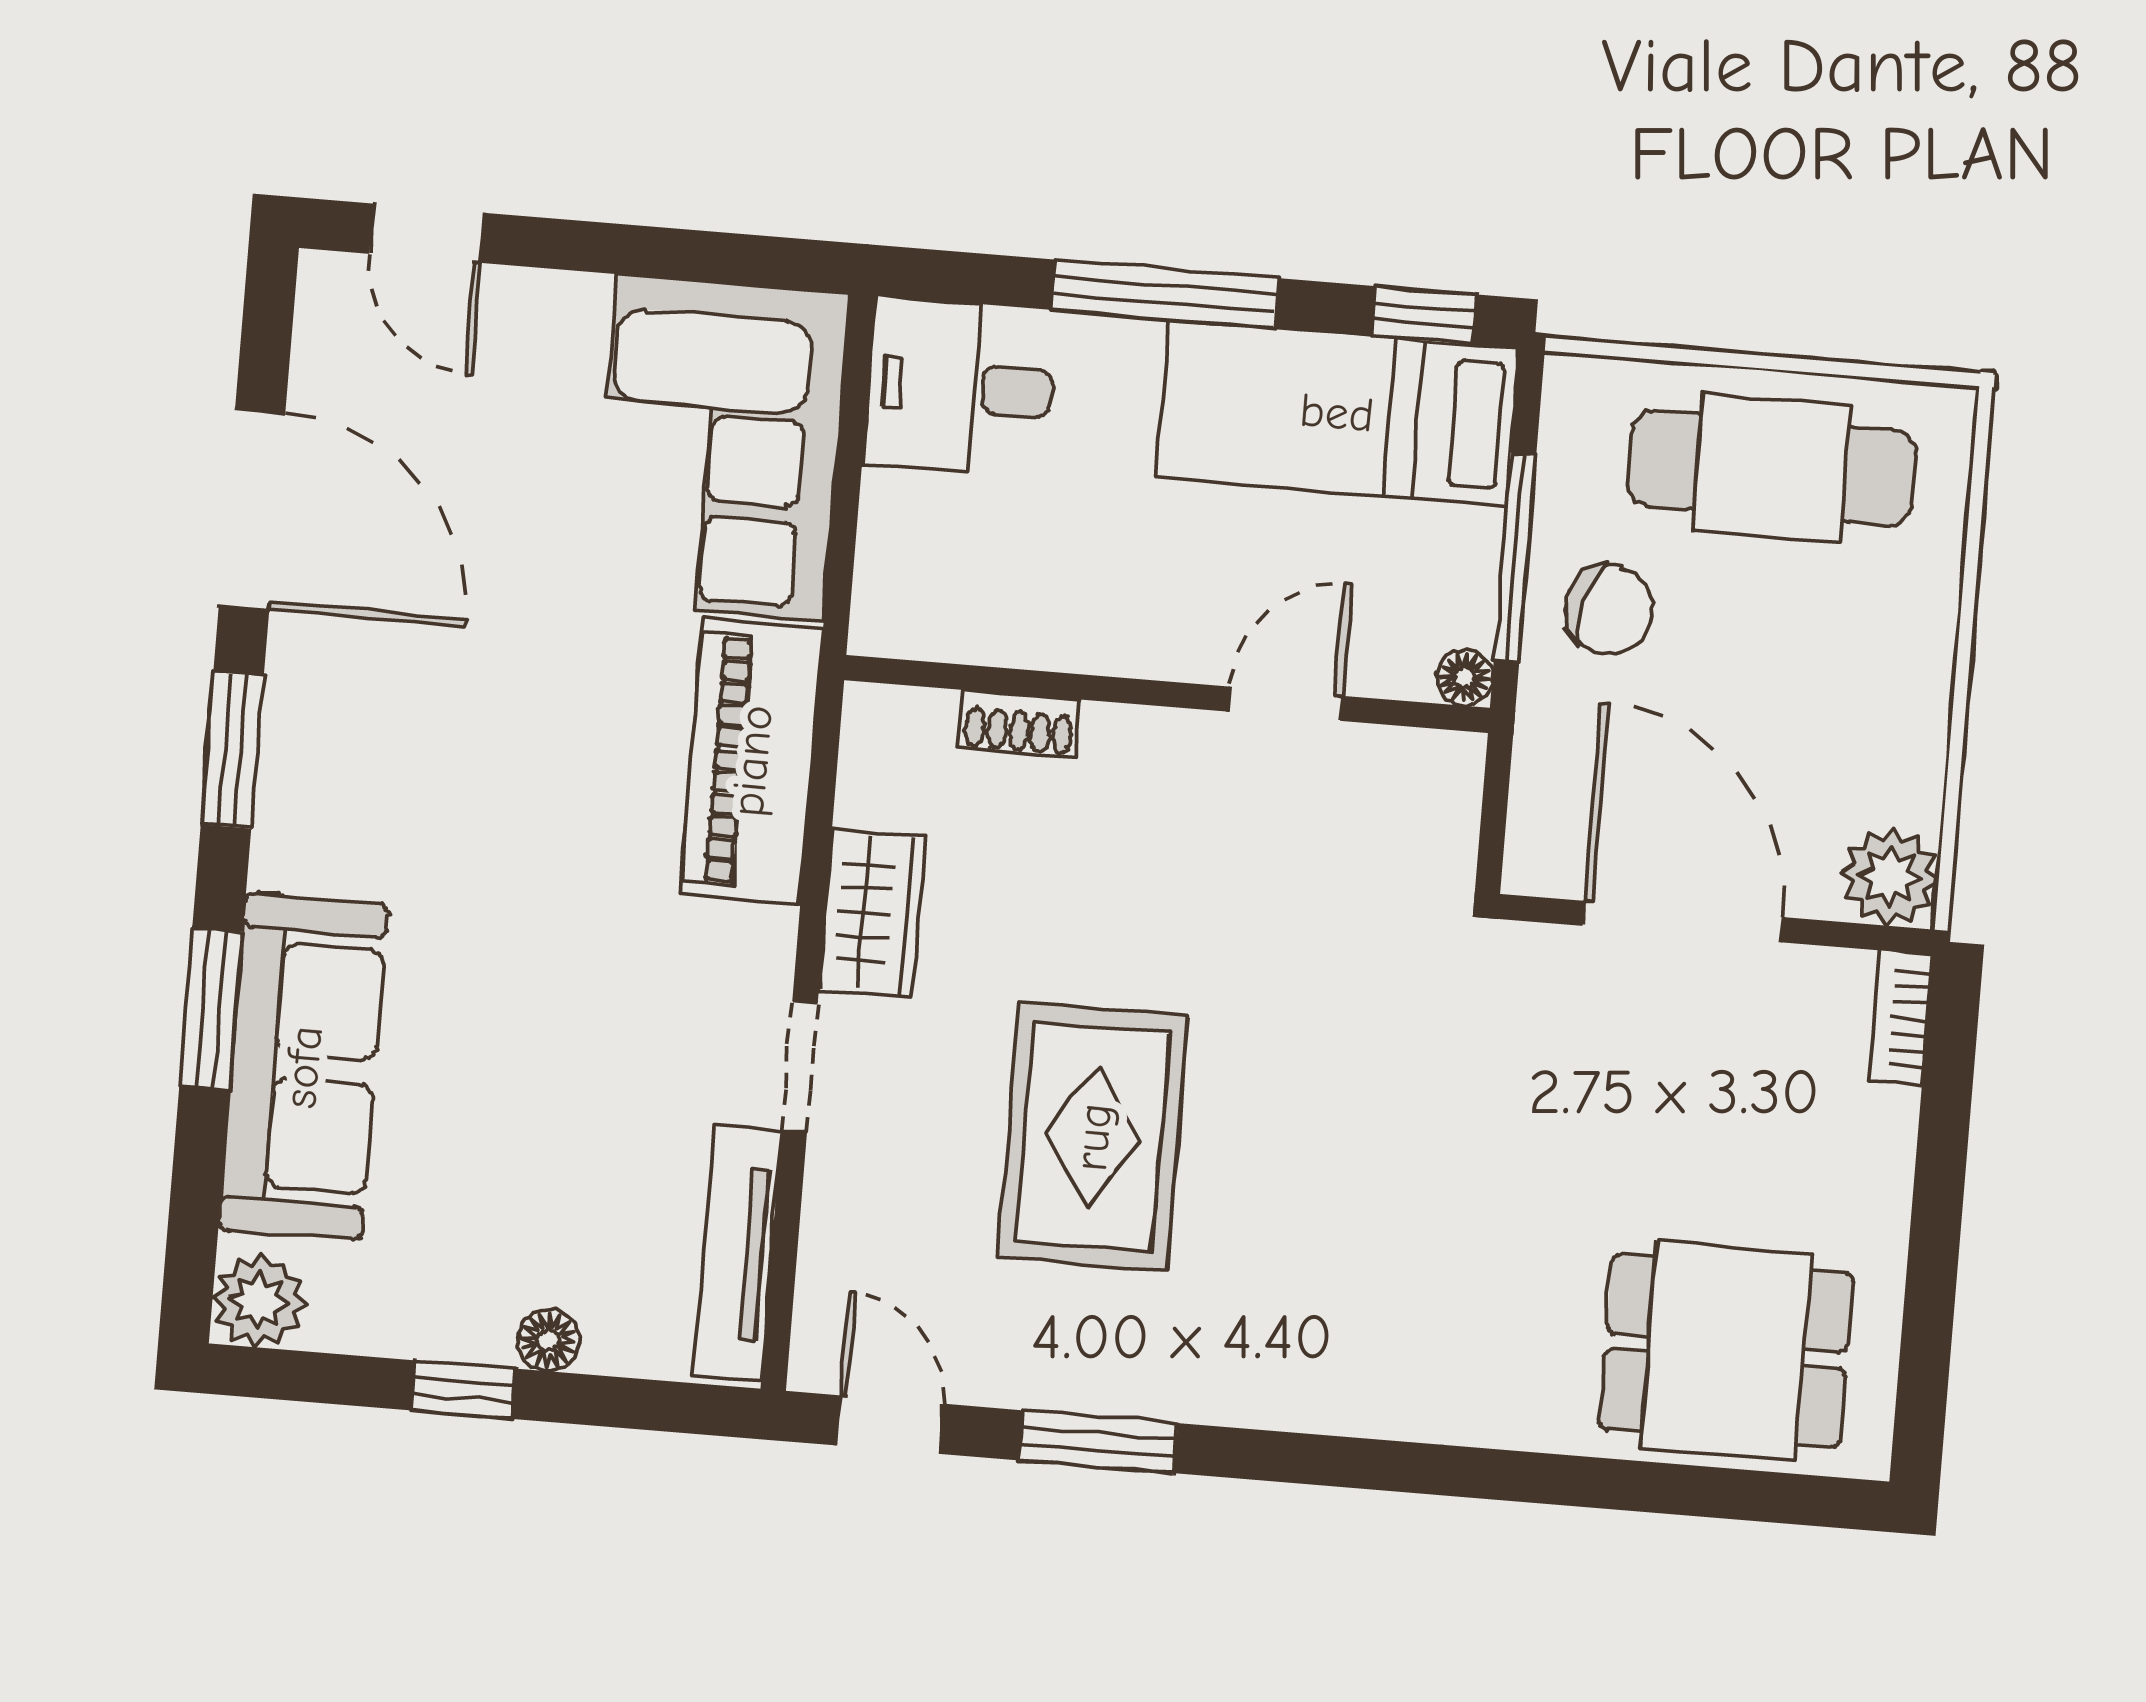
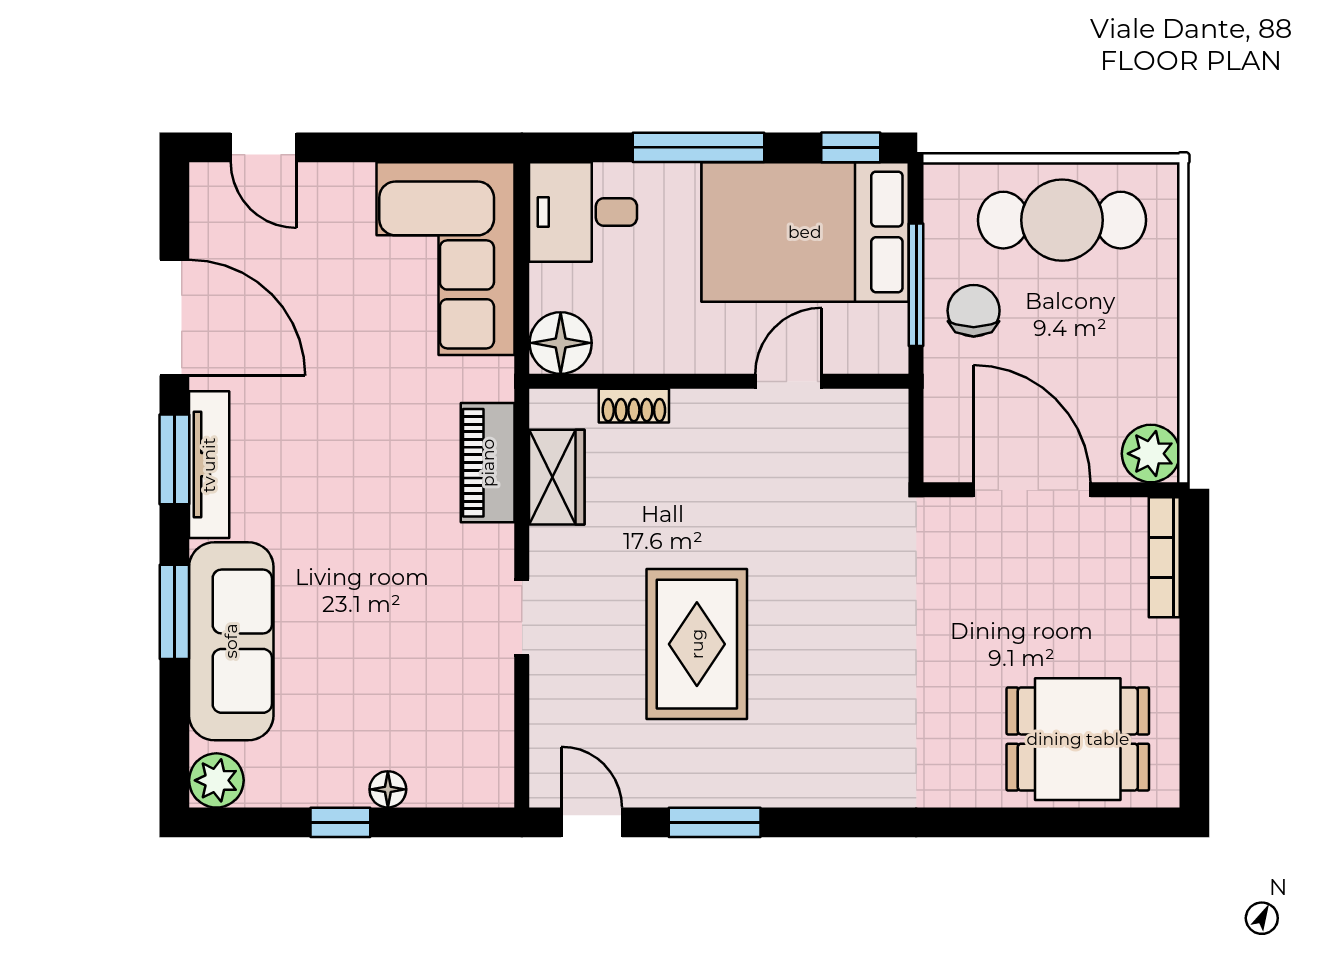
bed: (1337, 413) -> (805, 232), width x1.50
chair: (1609, 610) -> (974, 311), turned -103
floor lamp: (1464, 678) -> (561, 343), moved, width x1.89, depth x1.89
piano: (752, 761) -> (488, 463), width x0.73, depth x0.75
wardrobe: (872, 913) -> (557, 477), moved
bookcase: (1901, 1018) -> (1164, 557), width x1.56
tv unit: (738, 1253) -> (209, 465), moved, turned 180

